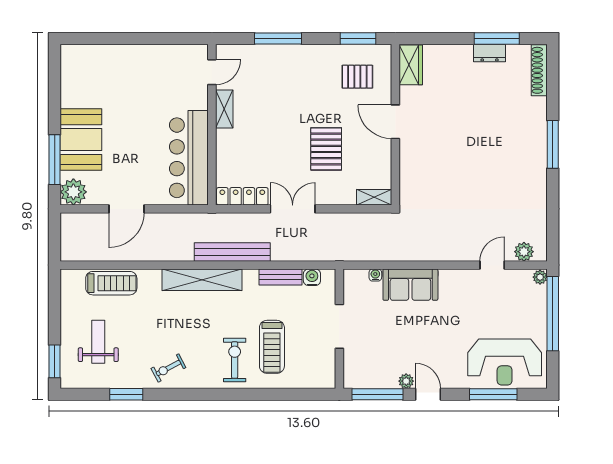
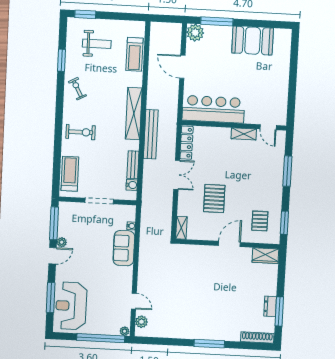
booth: (81, 140) -> (253, 41), moved
pallet: (326, 149) -> (214, 199), turned 90
treadmill: (272, 347) -> (70, 174), moved, turned 90

